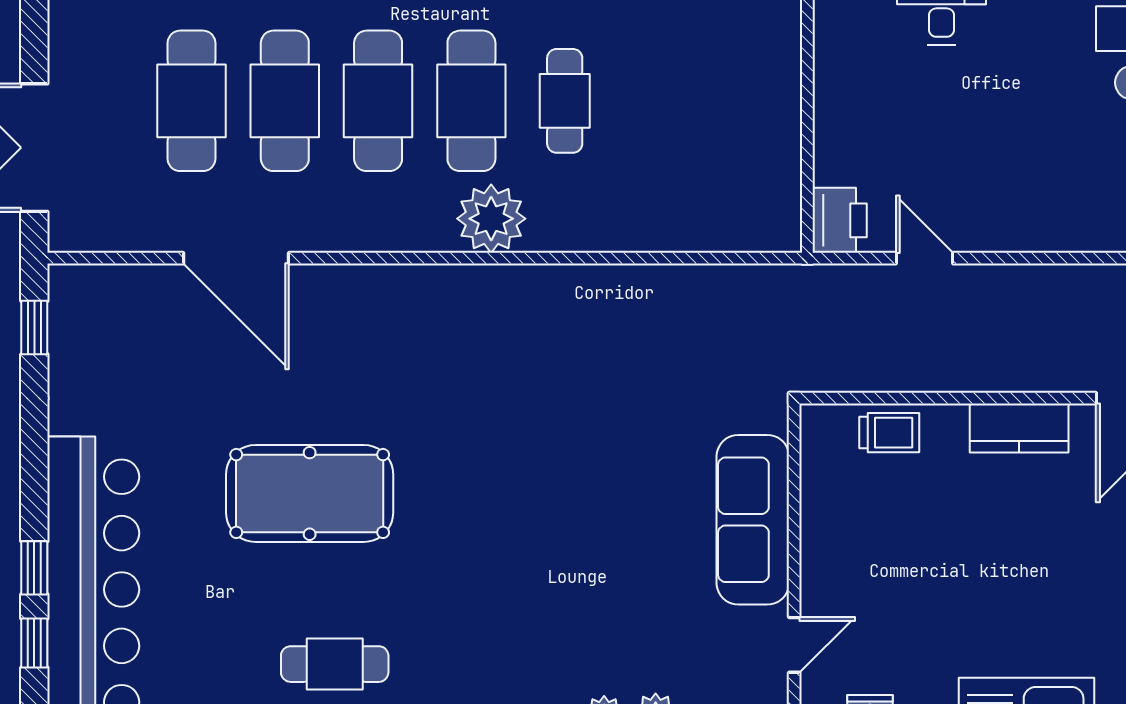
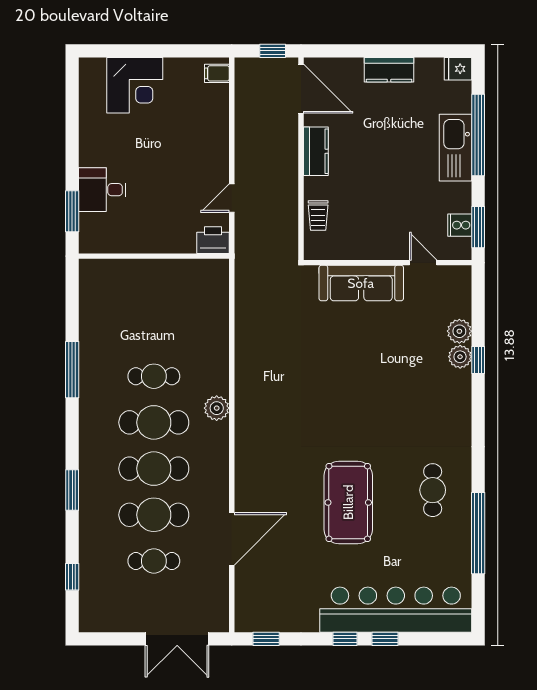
cafe table: (191, 101) -> (154, 561), width x0.73, depth x0.74
plant: (491, 219) -> (217, 408), width x0.73, depth x0.73
trolley: (889, 433) -> (318, 215), turned 180
window: (34, 643) -> (345, 639), moved

